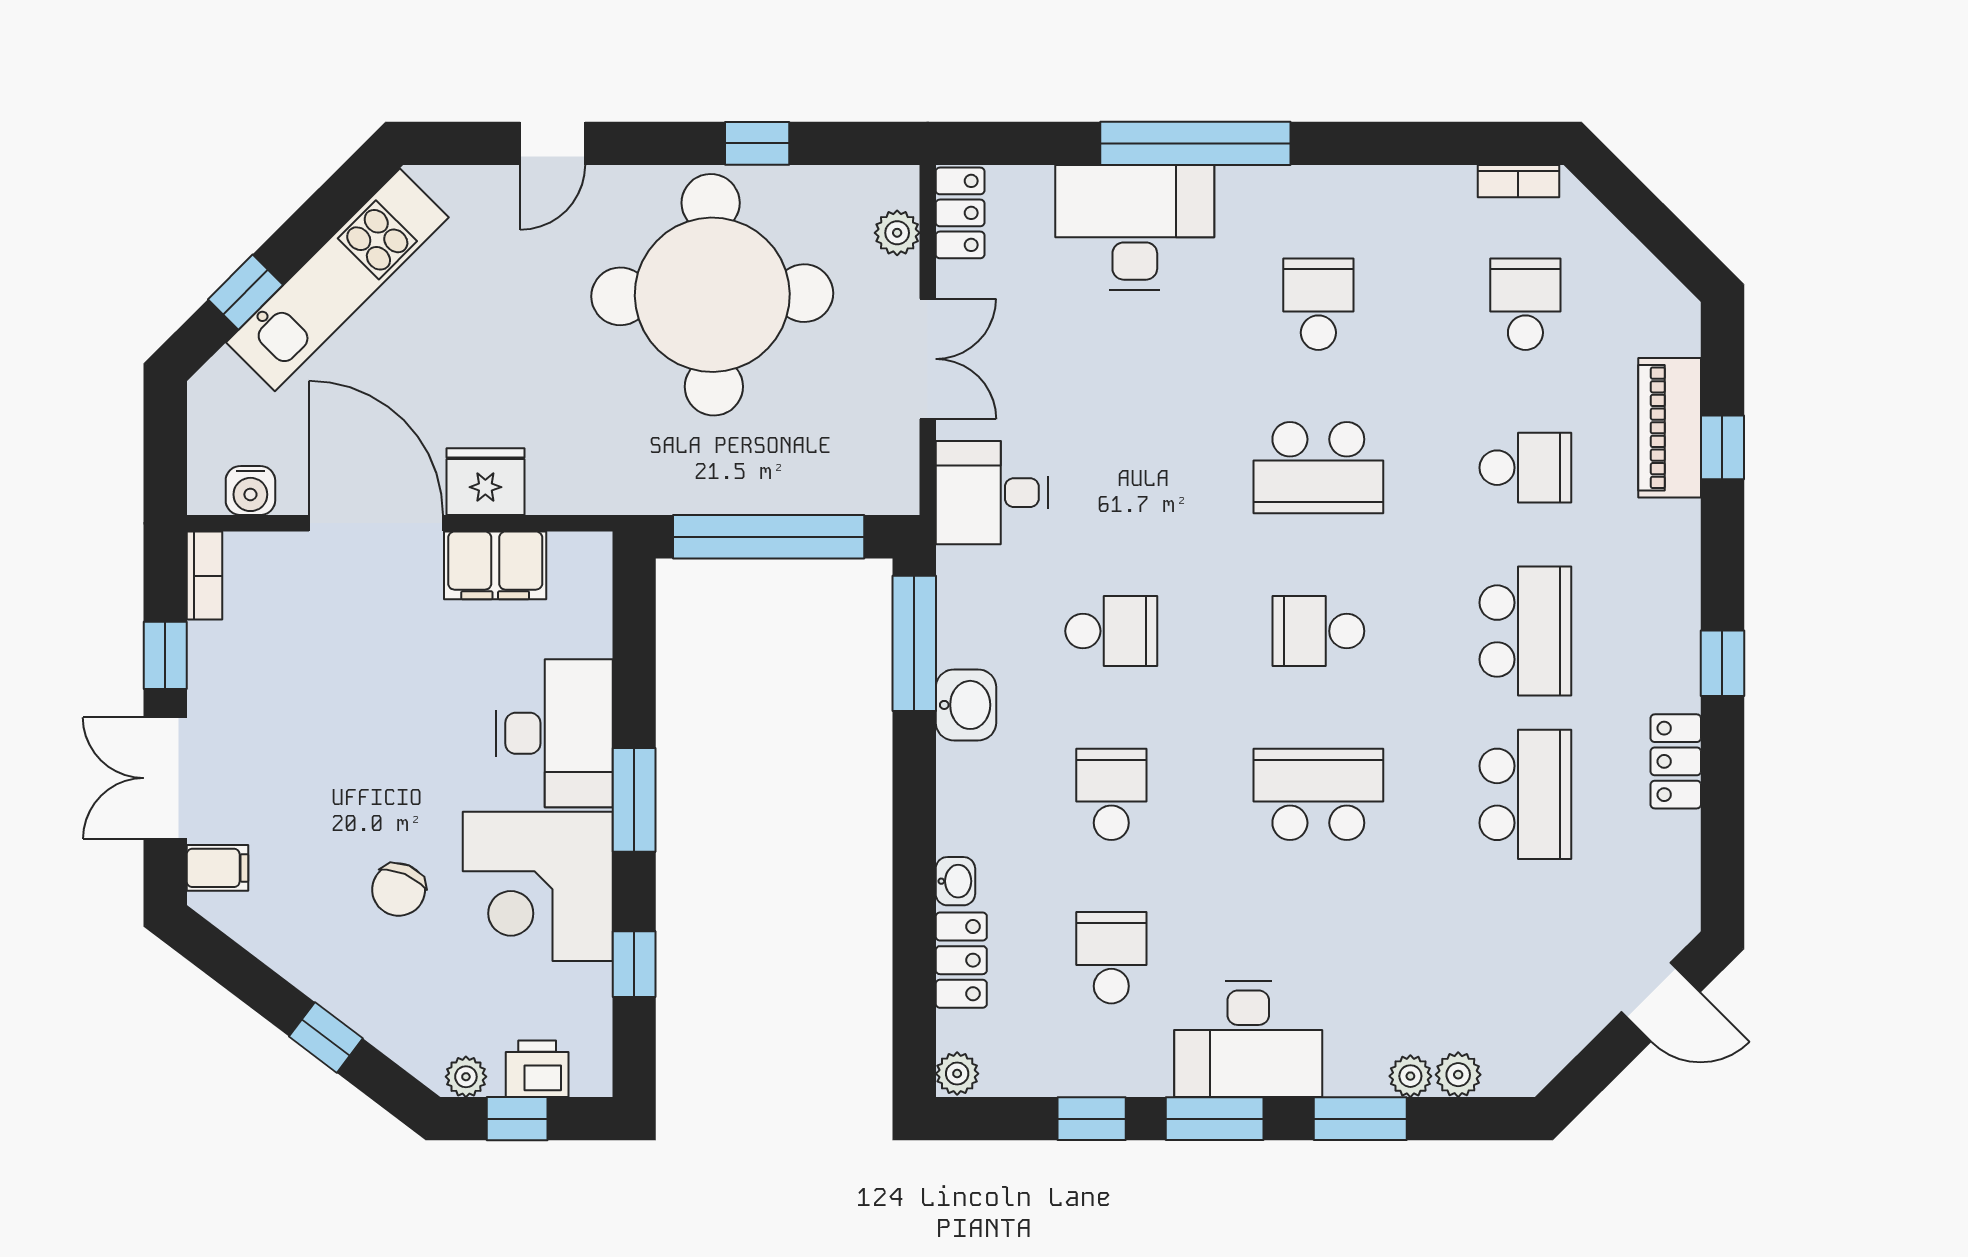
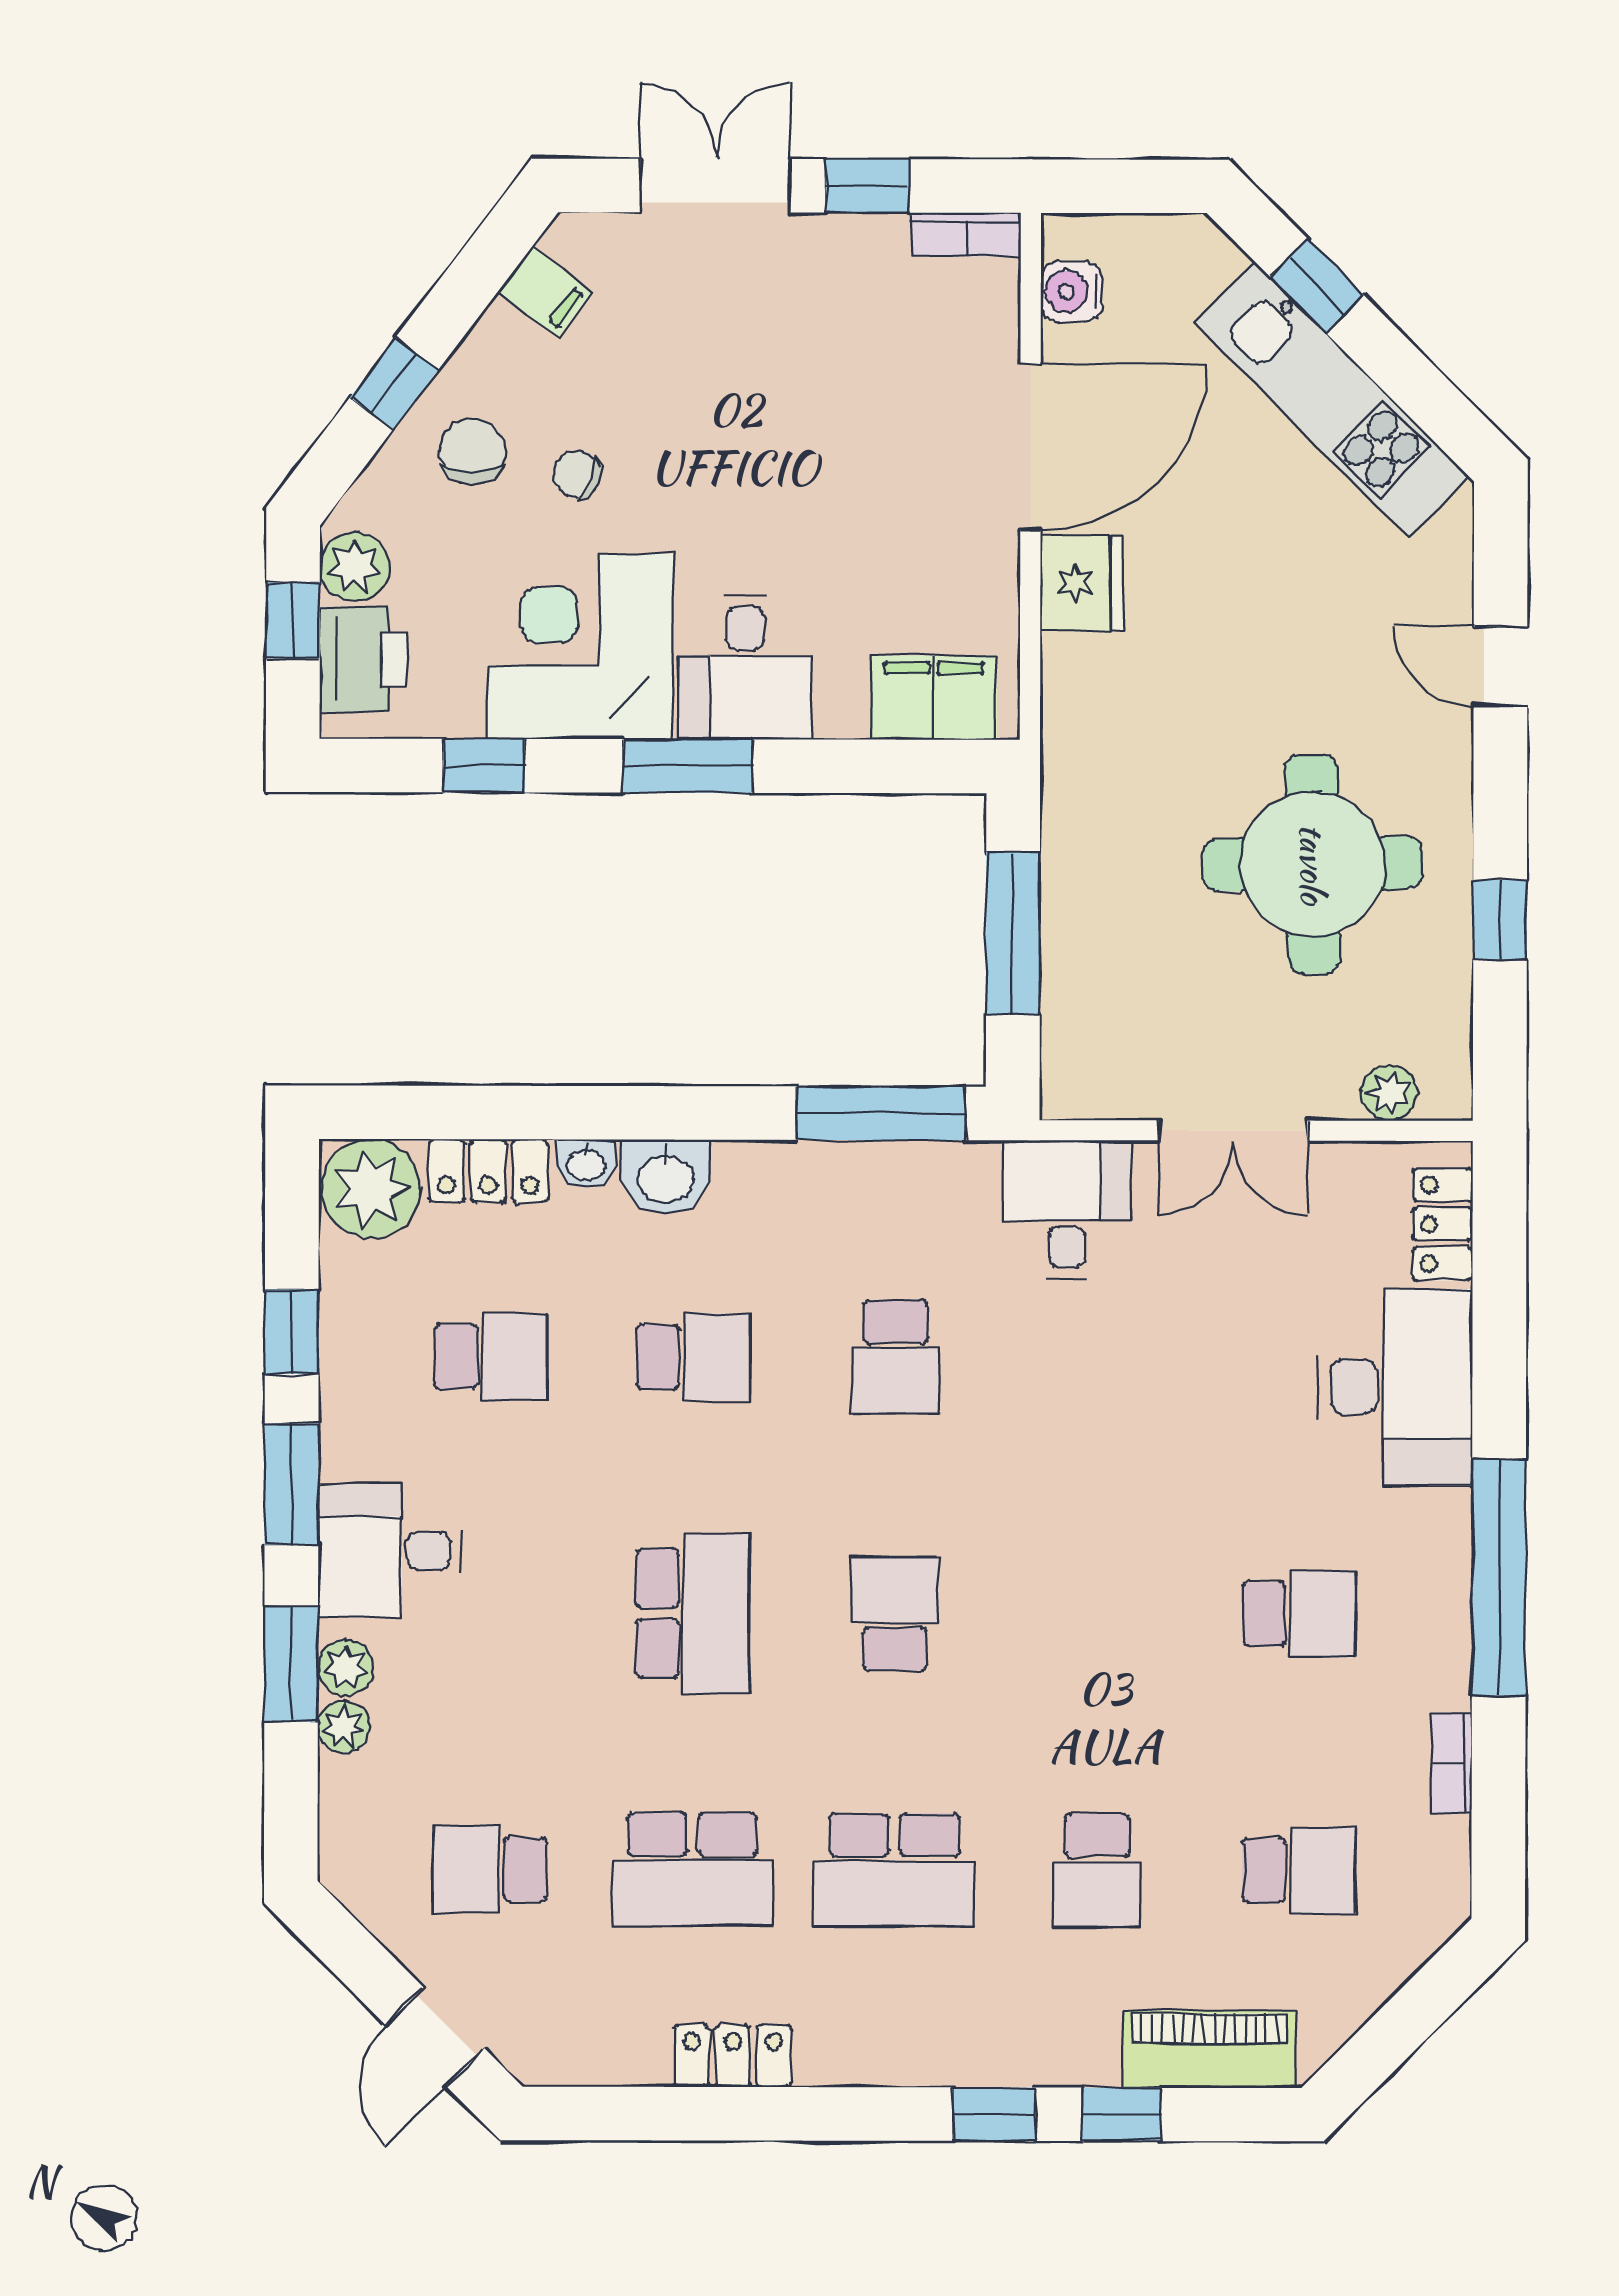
window: (1195, 143) -> (1499, 1578), moved
bookcase: (1518, 181) -> (1452, 1763), moved
locker: (960, 213) -> (1443, 1224), moved, turned 90
round table: (712, 295) -> (1313, 864), width x0.73, depth x0.73
piano: (1670, 428) -> (1209, 2049), moved
school desk: (1318, 468) -> (490, 1869), moved, width x0.54
window: (769, 537) -> (1013, 933), width x0.68
filing cabinet: (495, 565) -> (934, 698), moved, turned 90
window: (1722, 663) -> (994, 2114), moved
washbasin: (966, 705) -> (666, 1177), moved
desk: (554, 733) -> (745, 667), width x0.73
filing cabinet: (217, 868) -> (545, 292), moved, turned -53
chair: (399, 890) -> (577, 474), width x0.73, depth x0.73
chair: (380, 974) -> (472, 452), added
desk: (1248, 1039) -> (390, 1551), width x0.73
printer: (537, 1069) -> (363, 659), width x1.36, depth x1.24
plant: (957, 1074) -> (371, 1189), width x1.88, depth x1.88
plant: (1458, 1075) -> (346, 1667), moved
plant: (466, 1077) -> (354, 567), width x1.38, depth x1.38

